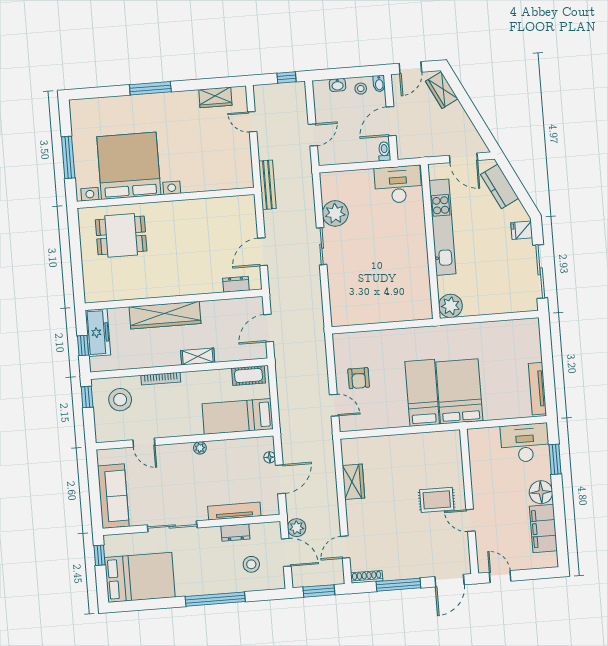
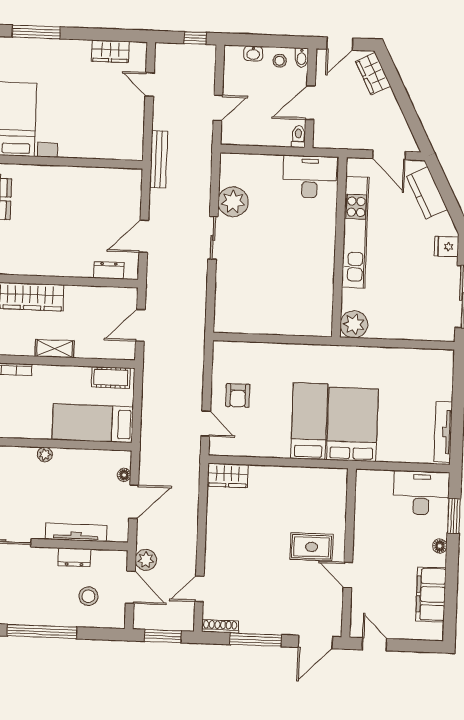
wardrobe: (353, 482) -> (228, 475), moved, turned 90
floor lamp: (541, 492) -> (440, 546), width x0.53, depth x0.53

